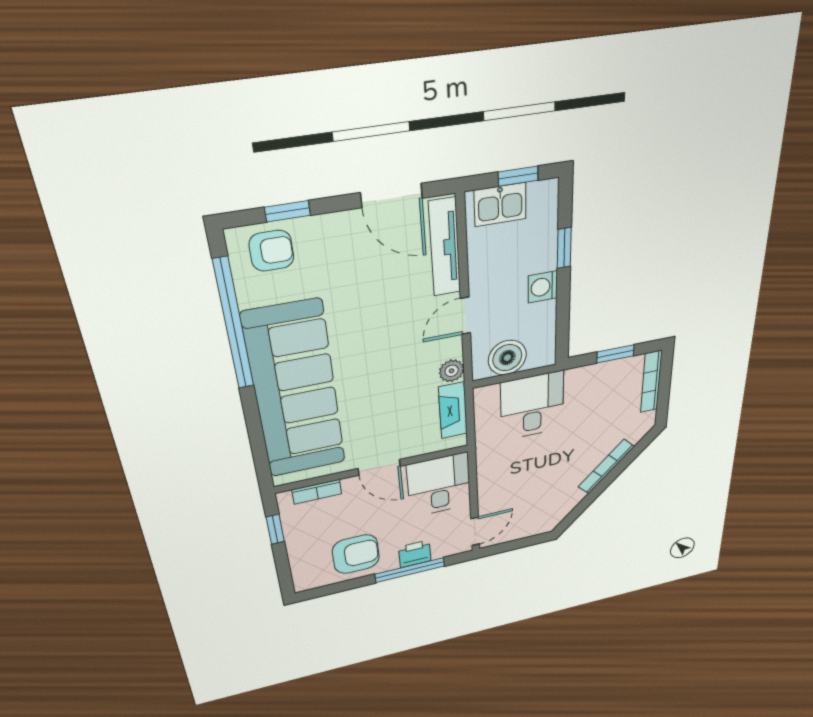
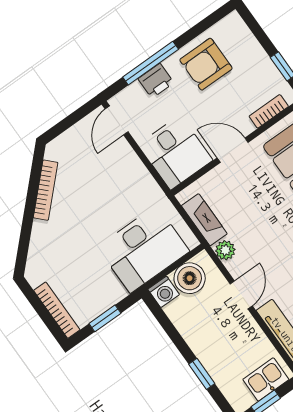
washing machine: (543, 287) -> (164, 292), moved, turned 90
desk: (532, 406) -> (144, 249), width x1.37
bookcase: (606, 467) -> (46, 190), moved

